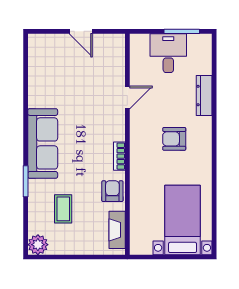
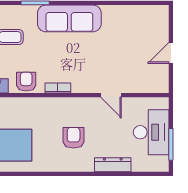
desk: (168, 53) -> (151, 132), width x1.37
armchair: (112, 191) -> (26, 82), turned -90

